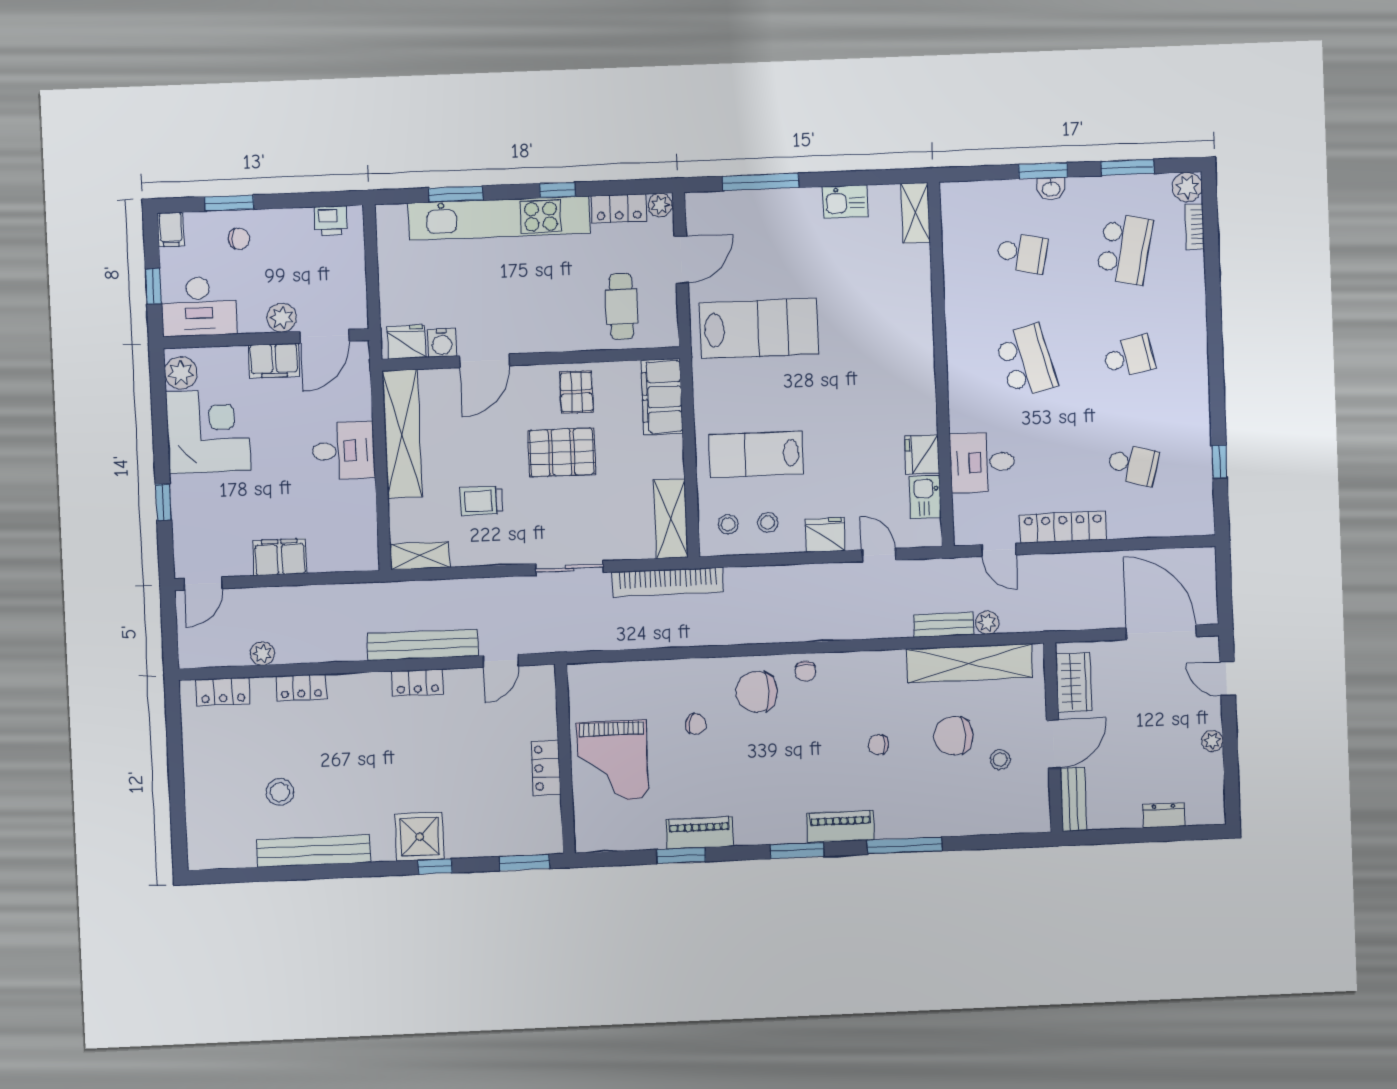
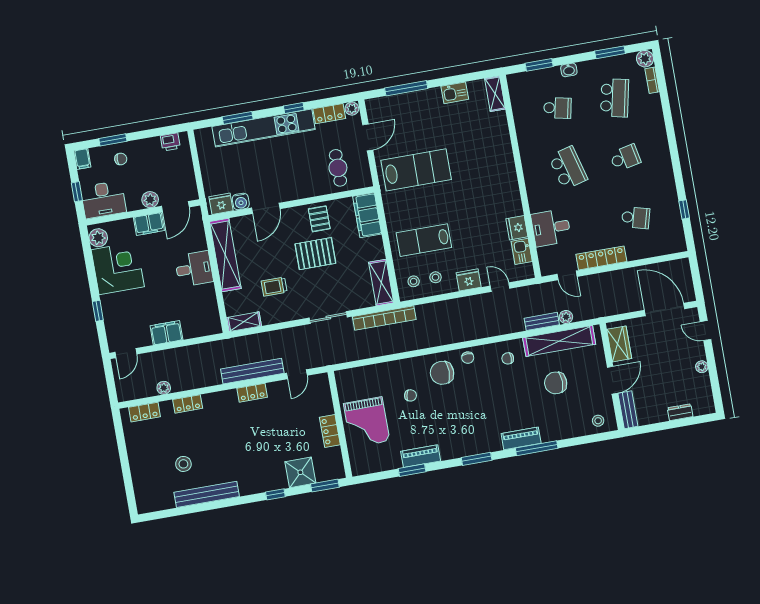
window: (1043, 171) -> (539, 65), moved
chair: (878, 745) -> (508, 358), moved
stool: (1000, 760) -> (598, 421), moved
piano: (840, 827) -> (521, 438), moved
shower: (419, 837) -> (300, 472), moved

